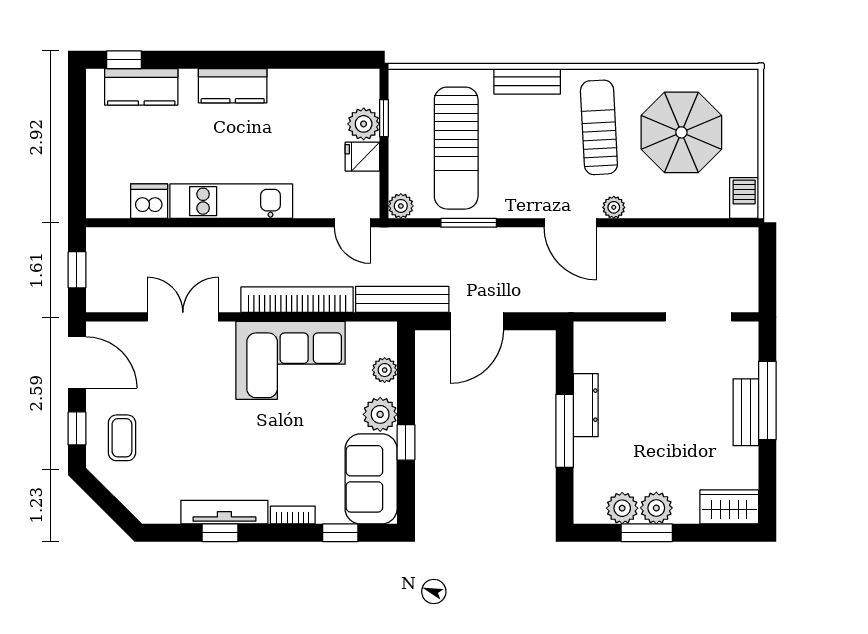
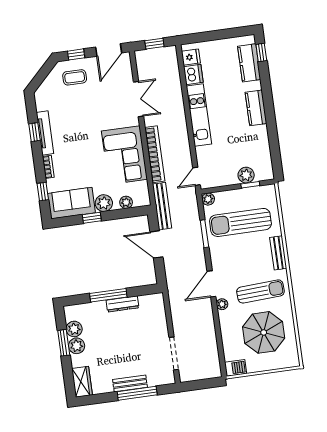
fridge: (362, 157) -> (191, 57), moved, turned 90

